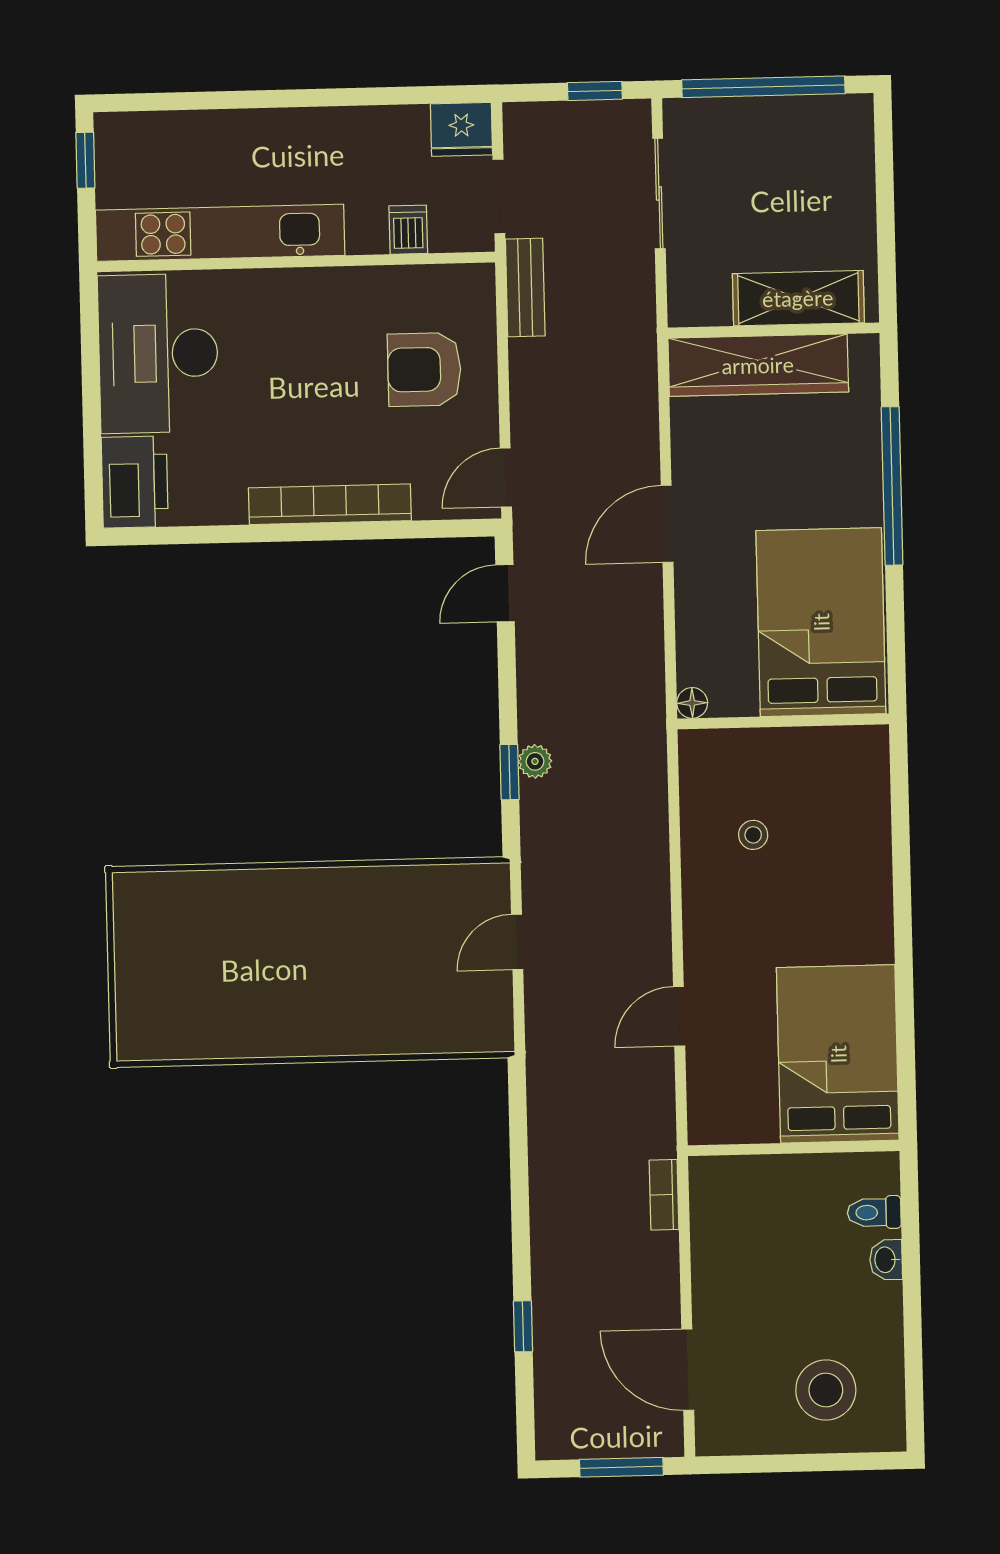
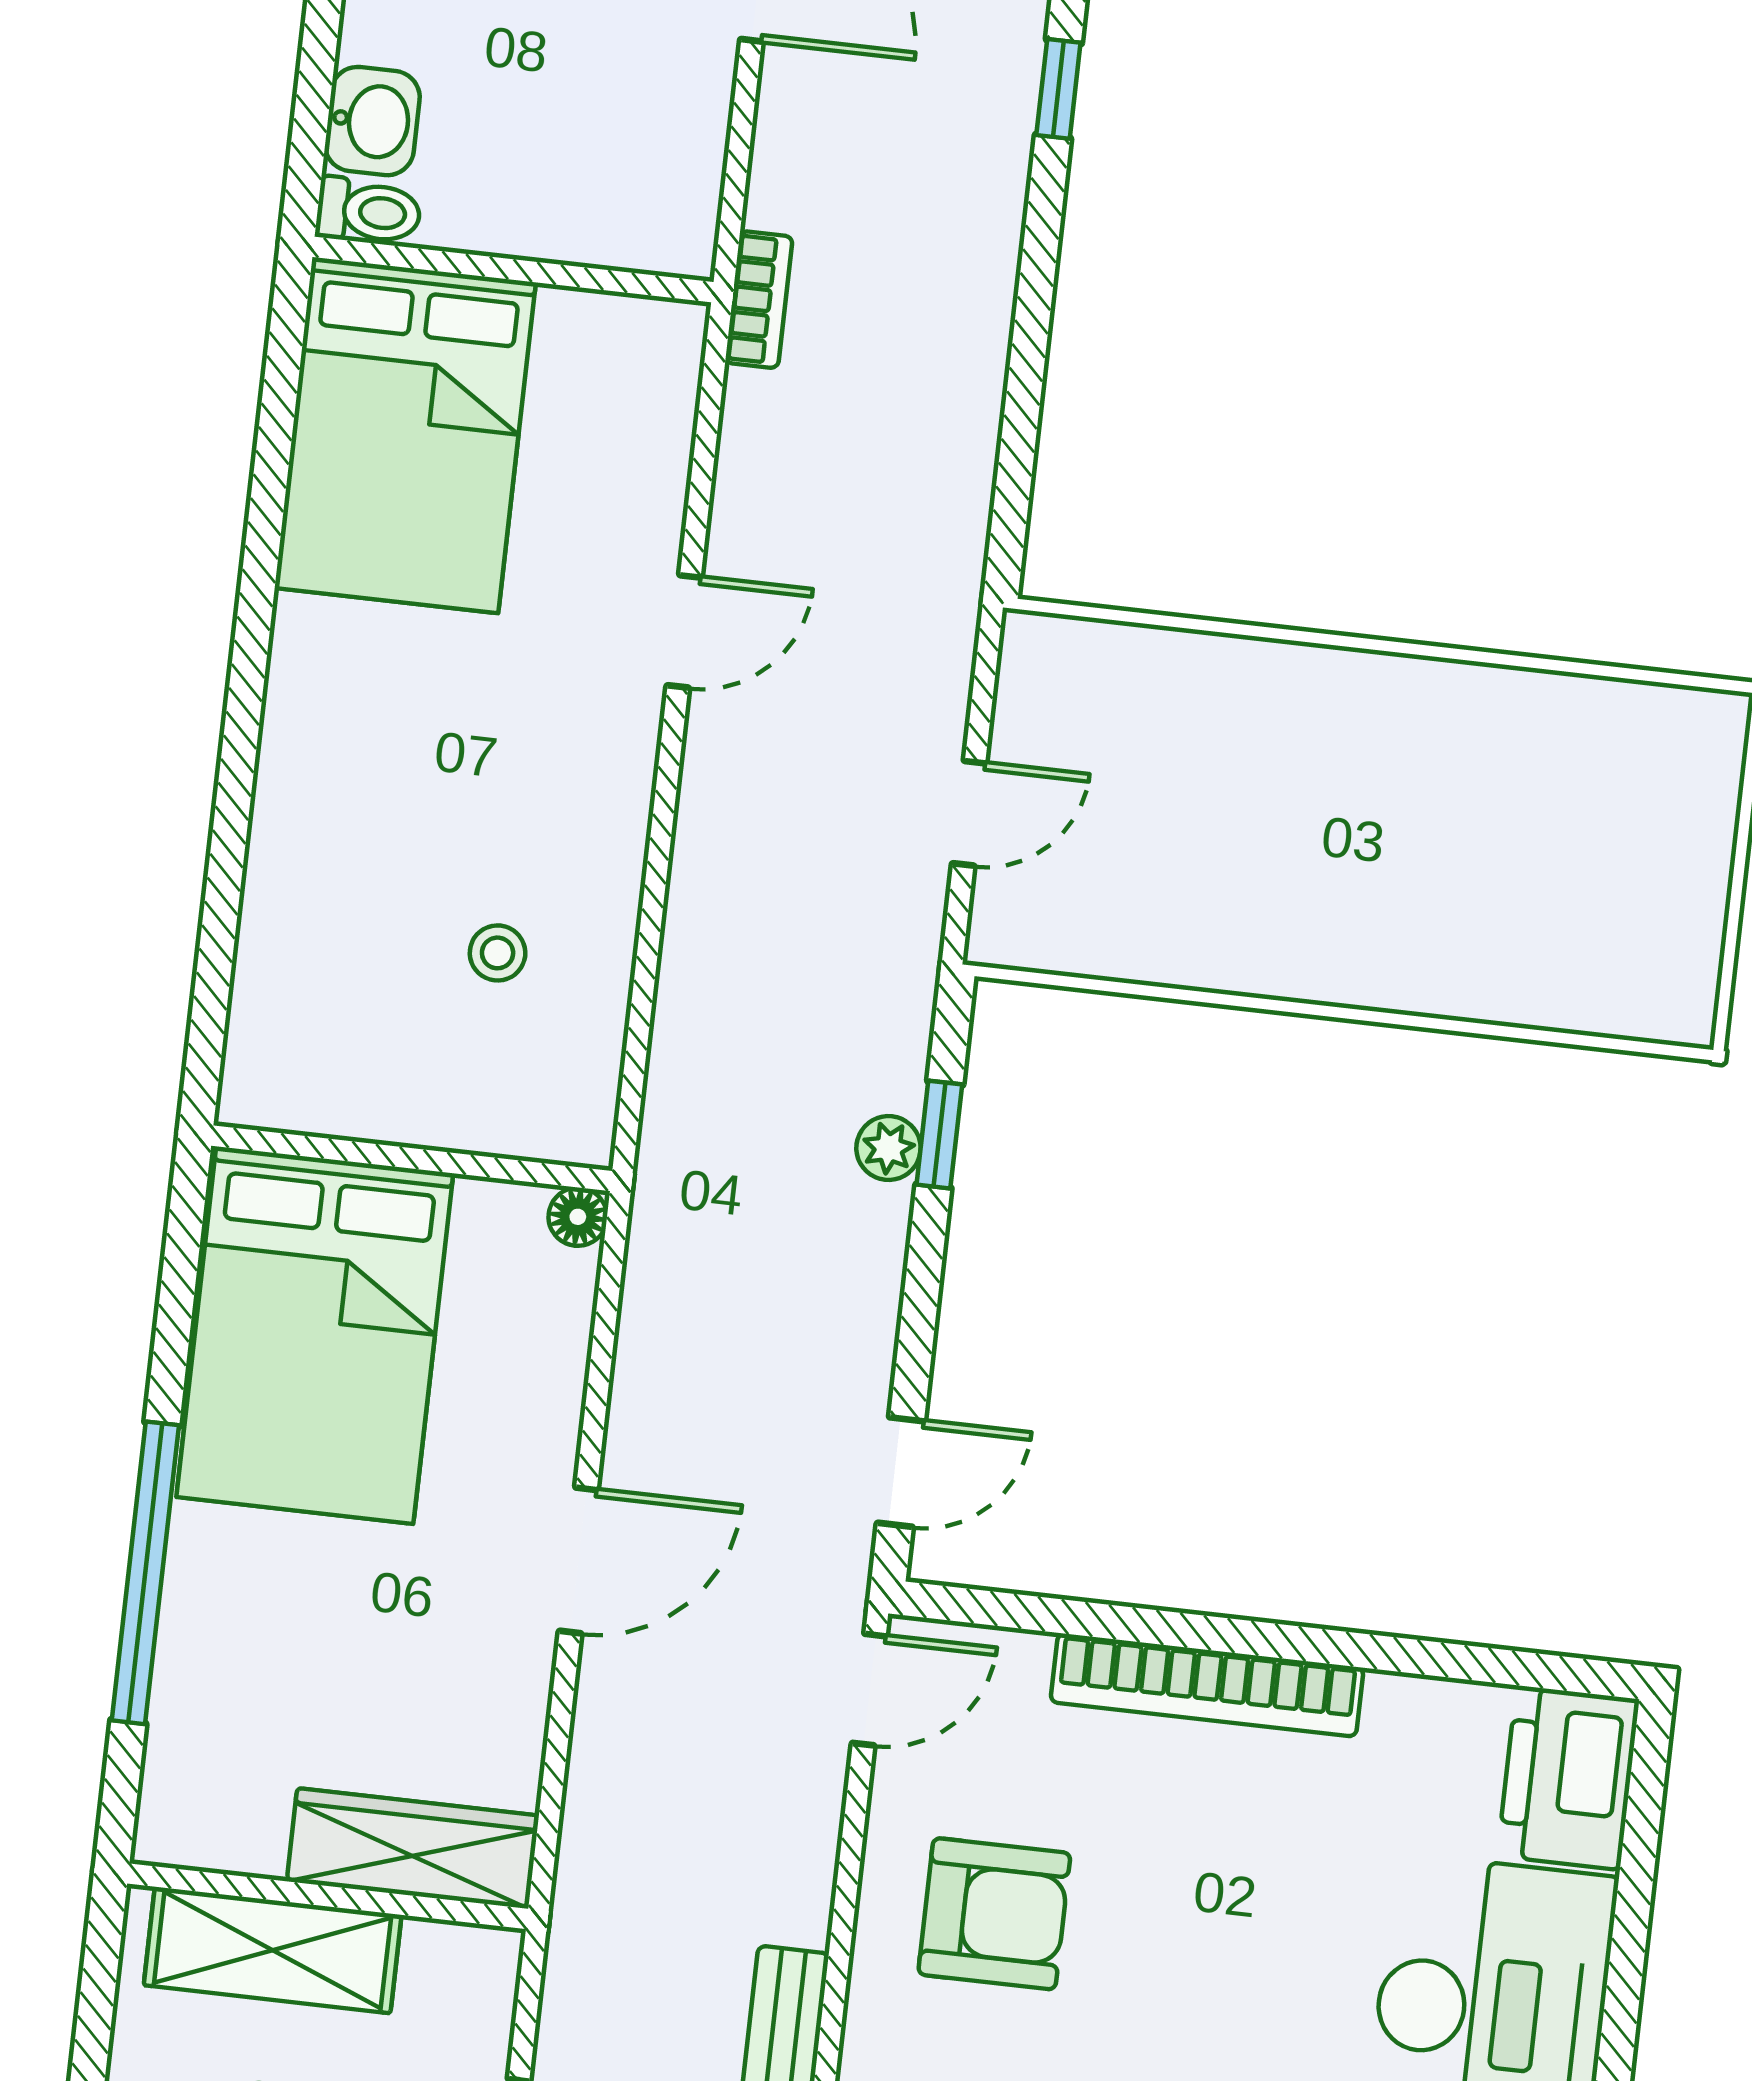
wardrobe: (758, 365) -> (413, 1848), width x0.71, depth x0.85
bed: (838, 1054) -> (405, 435), moved
wall: (793, 1148) -> (513, 270), moved
washbasin: (886, 1260) -> (372, 121), width x1.38, depth x1.45

